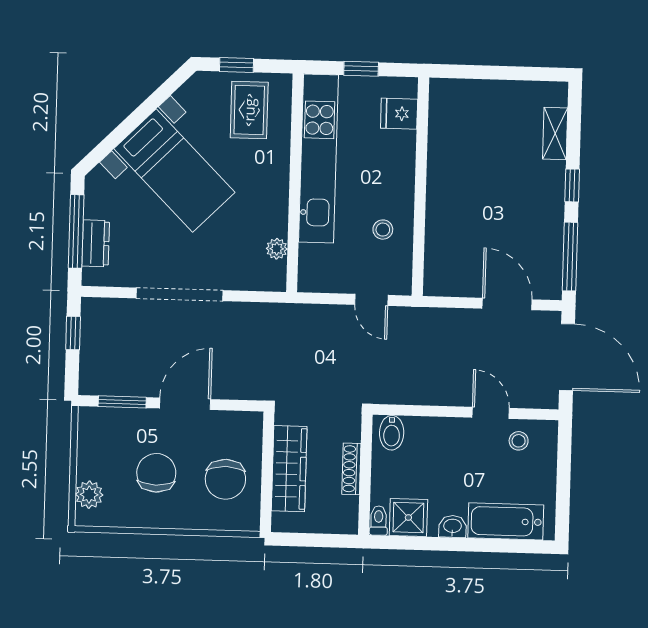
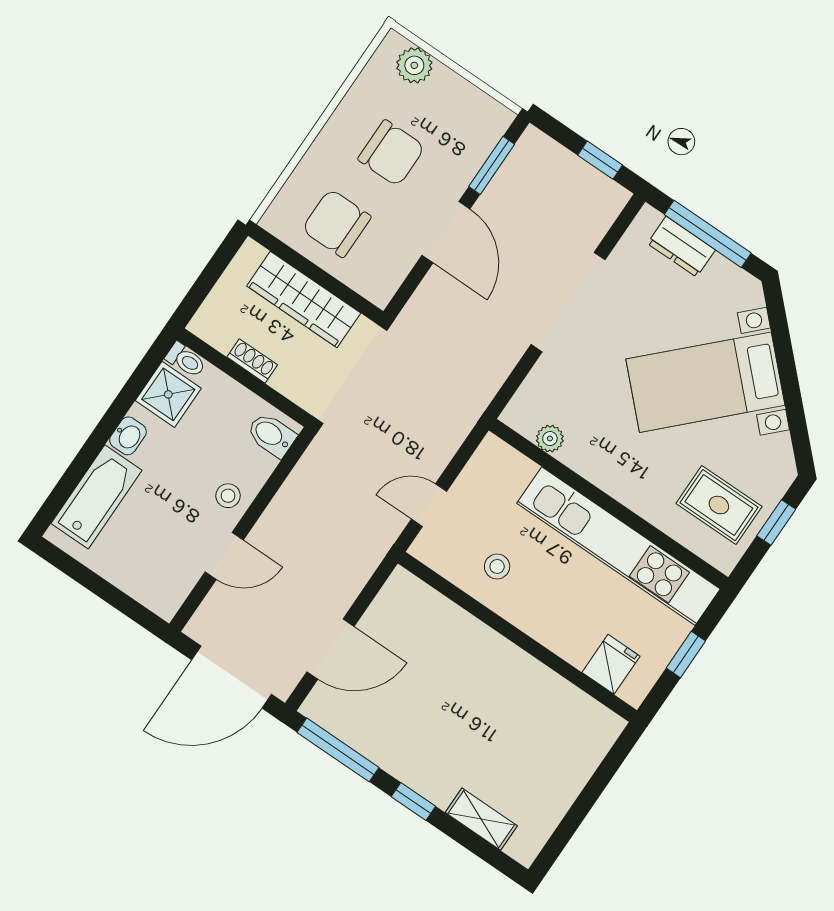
stool: (519, 441) -> (228, 496), moved
shoe rack: (351, 469) -> (252, 361), width x0.70

